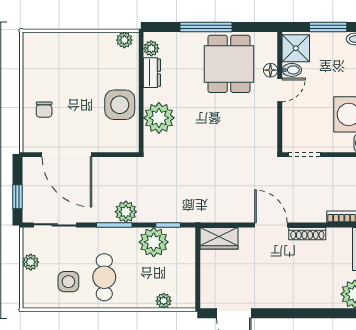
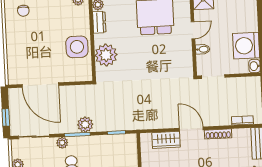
floor lamp: (270, 70) -> (185, 16), removed
bidet: (292, 70) -> (203, 49), moved
chair: (44, 110) -> (23, 11), moved
wardrobe: (219, 238) -> (166, 140), moved
plant: (154, 242) -> (62, 143), moved, width x0.53, depth x0.53

